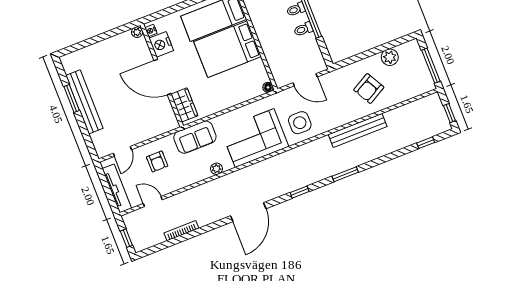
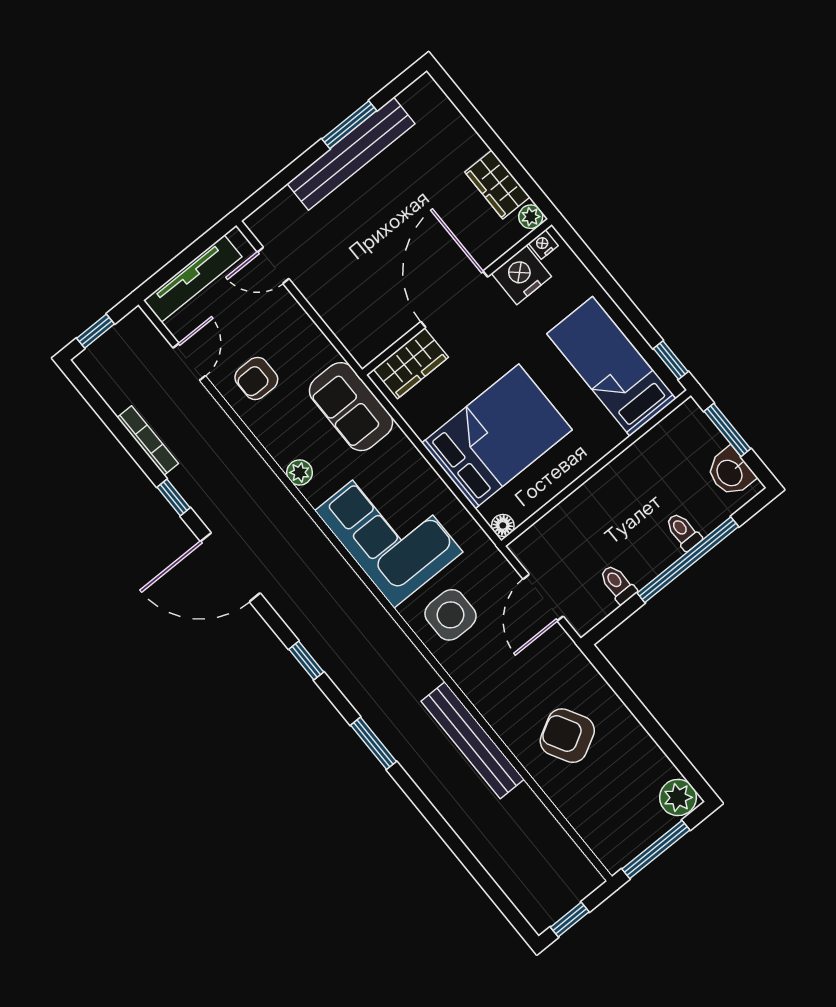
toilet: (303, 29) -> (618, 584), moved
wardrobe: (118, 42) -> (497, 185), added
bed: (228, 49) -> (497, 436), moved, turned 90
plant: (390, 57) -> (678, 797), moved
window: (426, 143) -> (174, 497), moved
armchair: (157, 162) -> (256, 378), moved

